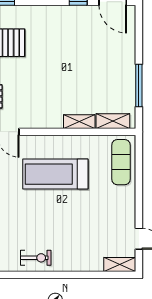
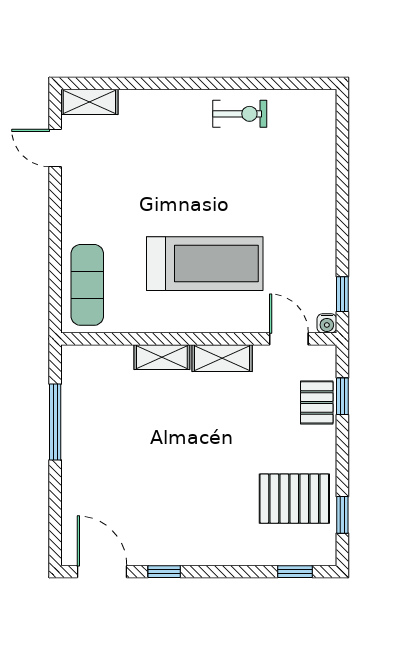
shelving: (113, 121) -> (222, 358), moved
exercise bike: (36, 258) -> (240, 114), turned 180

